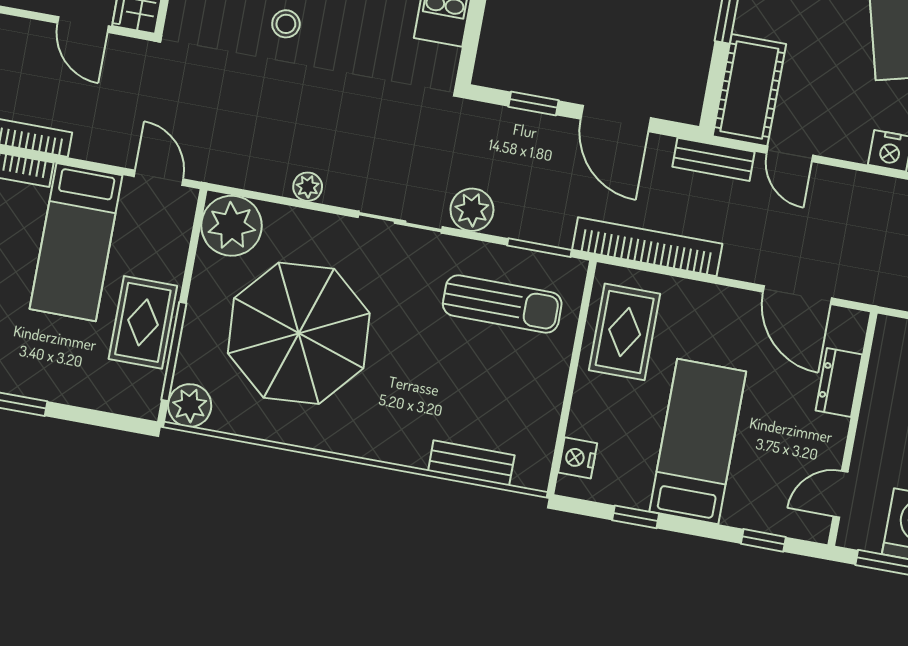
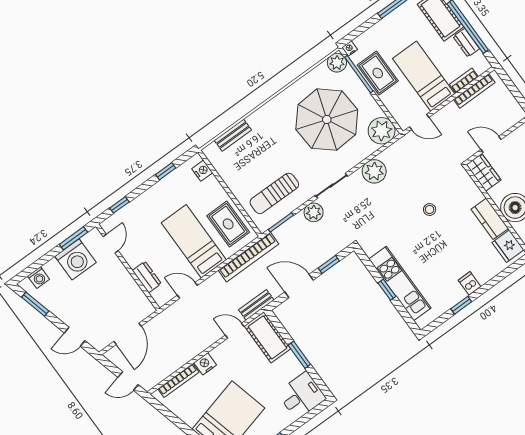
plant: (308, 187) -> (374, 171), width x1.87, depth x1.87
door: (797, 295) -> (187, 290), width x0.73
nightstand: (146, 407) -> (350, 49), added
bed: (698, 442) -> (194, 241), moved, turned 180

